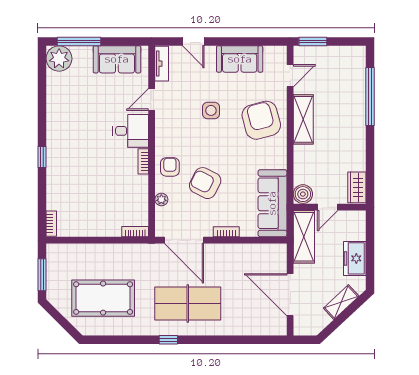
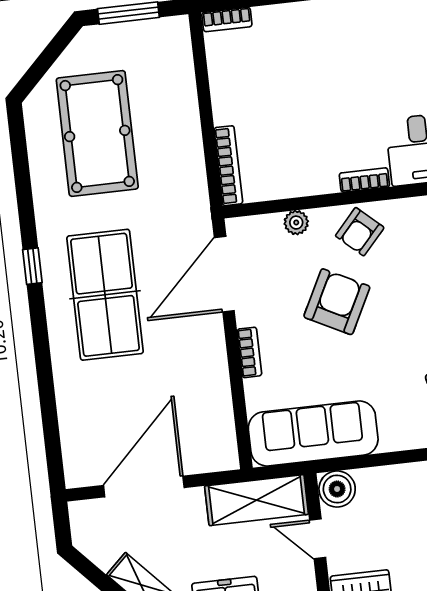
armchair: (170, 167) -> (360, 232), turned 132
bookcase: (135, 232) -> (228, 166), width x1.56

